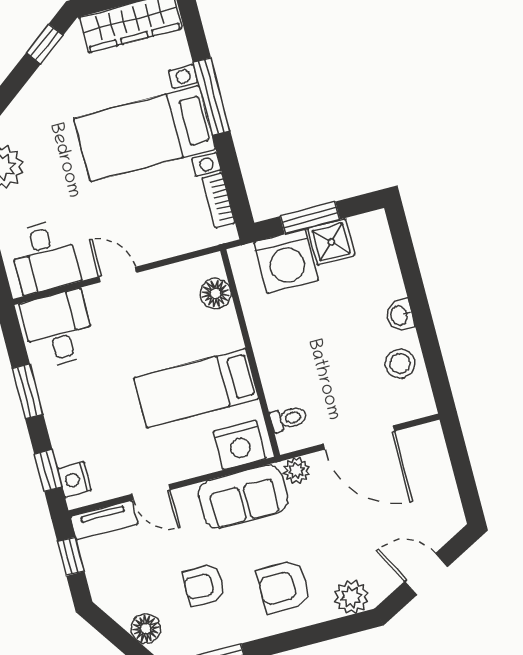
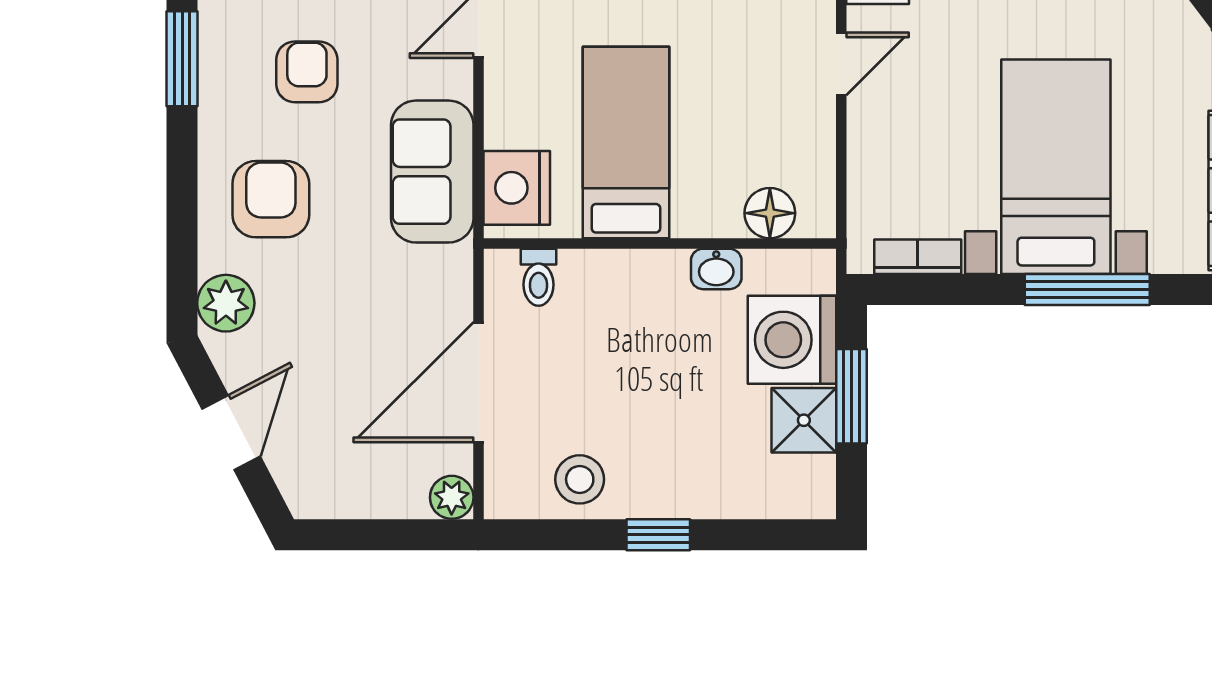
window: (420, 309) -> (658, 535), added
washbasin: (400, 315) -> (716, 269), moved, turned 180
plant: (296, 471) -> (452, 497), moved

